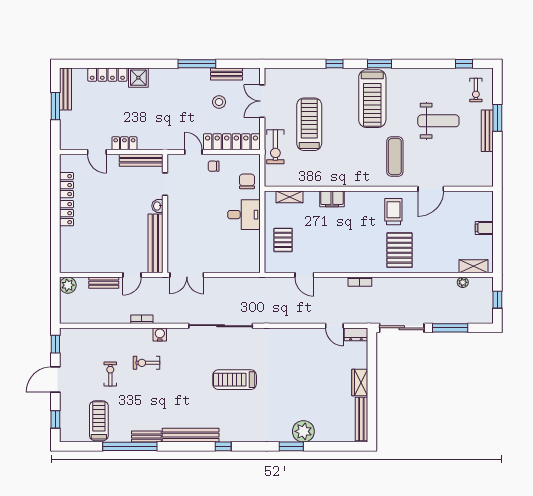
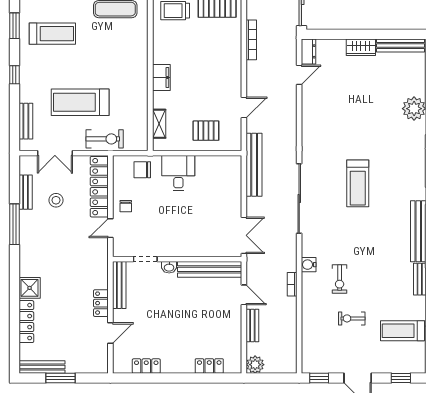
bench: (292, 74) -> (26, 121), added
treadmill: (372, 99) -> (52, 34), width x0.73, depth x0.73
locker: (67, 213) -> (209, 366), moved
bookcase: (360, 282) -> (251, 40), width x1.56
bench: (252, 284) -> (254, 165), added

